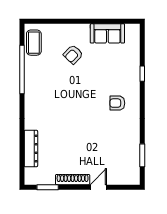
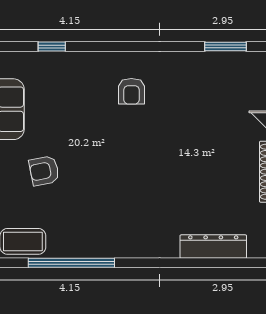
armchair: (73, 54) -> (44, 171), turned 125
window: (142, 74) -> (52, 47), moved

